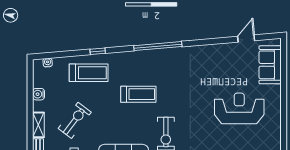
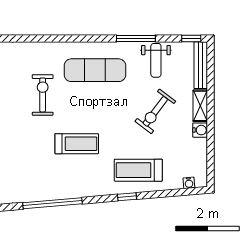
water cooler: (39, 94) -> (200, 130), moved
treadmill: (138, 94) -> (77, 144), turned 180

